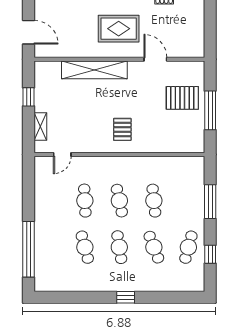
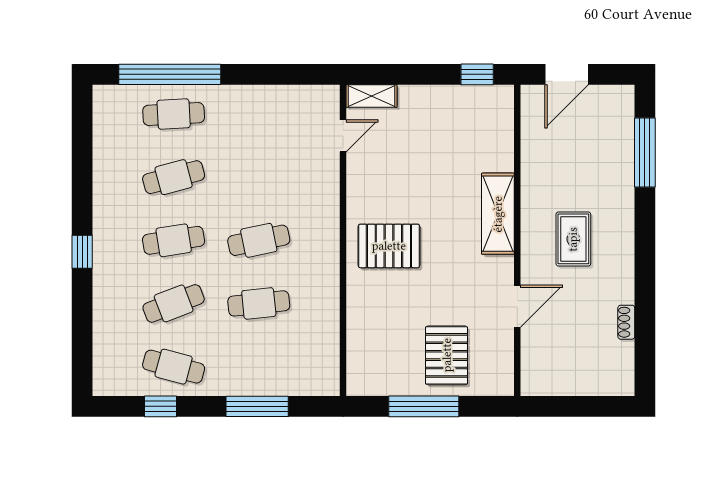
rug: (119, 29) -> (573, 239), width x0.73, depth x0.70
shelving: (94, 70) -> (498, 214), width x0.68
window: (29, 97) -> (477, 74), moved
shelving: (40, 127) -> (372, 96), moved
pallet: (122, 129) -> (389, 246), width x1.50, depth x1.42
door: (62, 155) -> (343, 136), swing flipped
cafe table: (85, 201) -> (174, 114), moved

